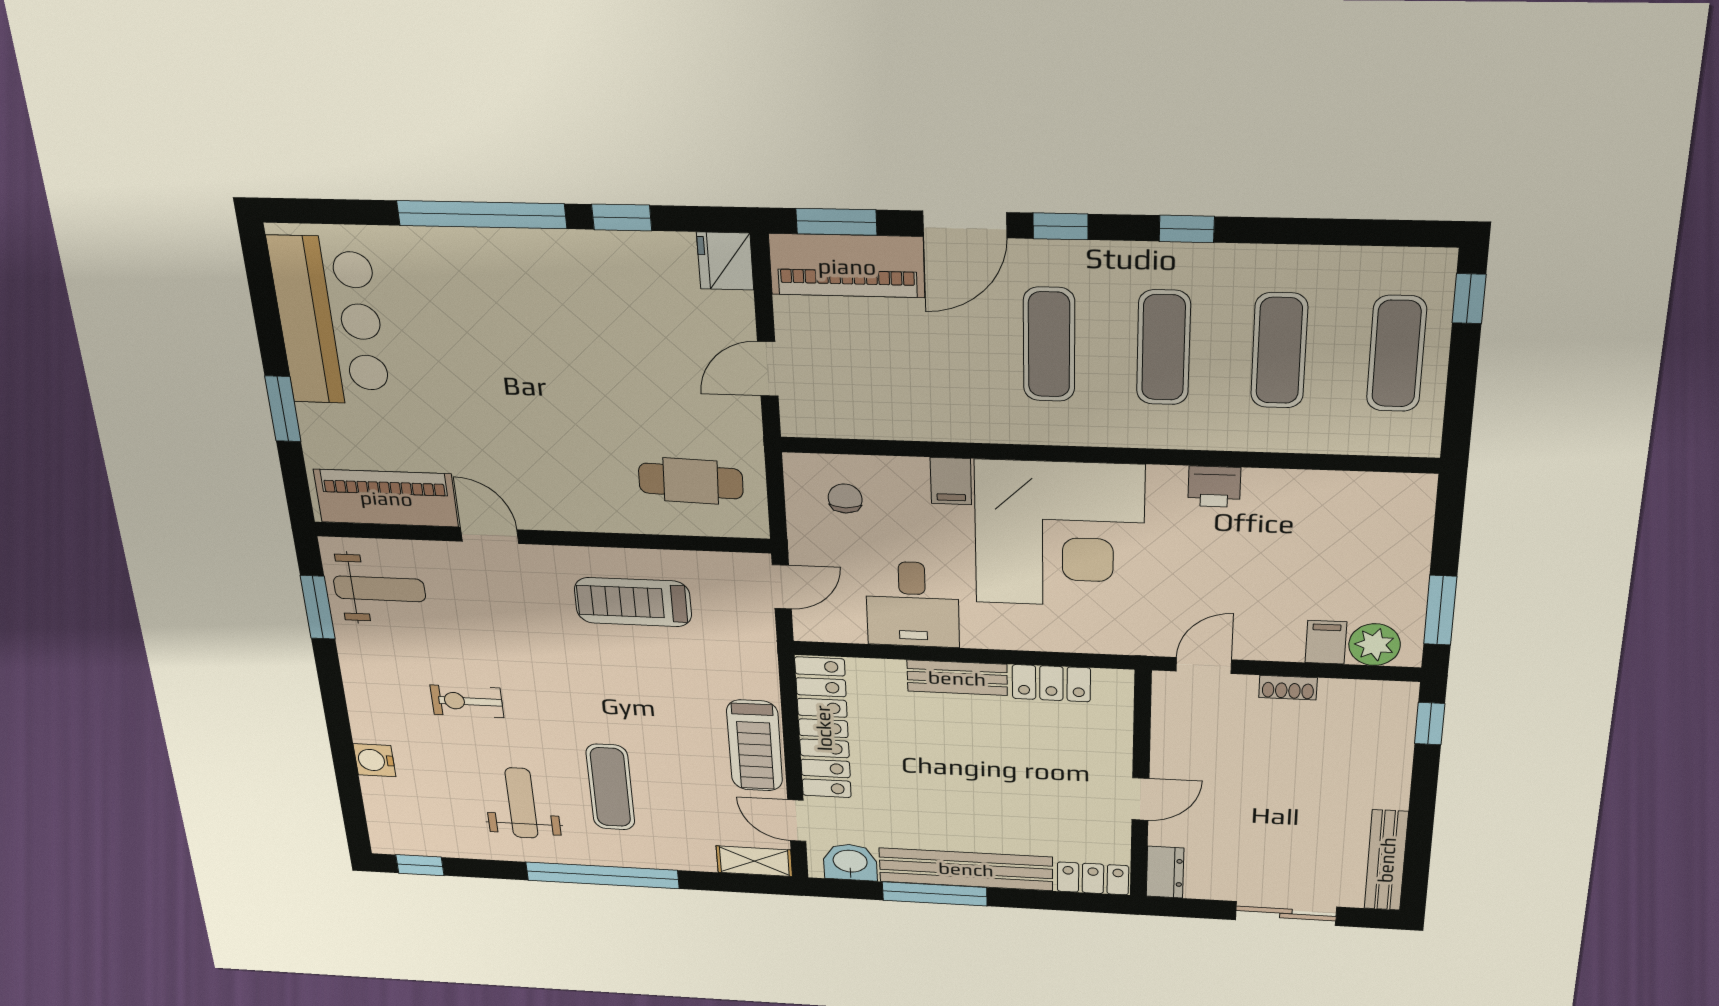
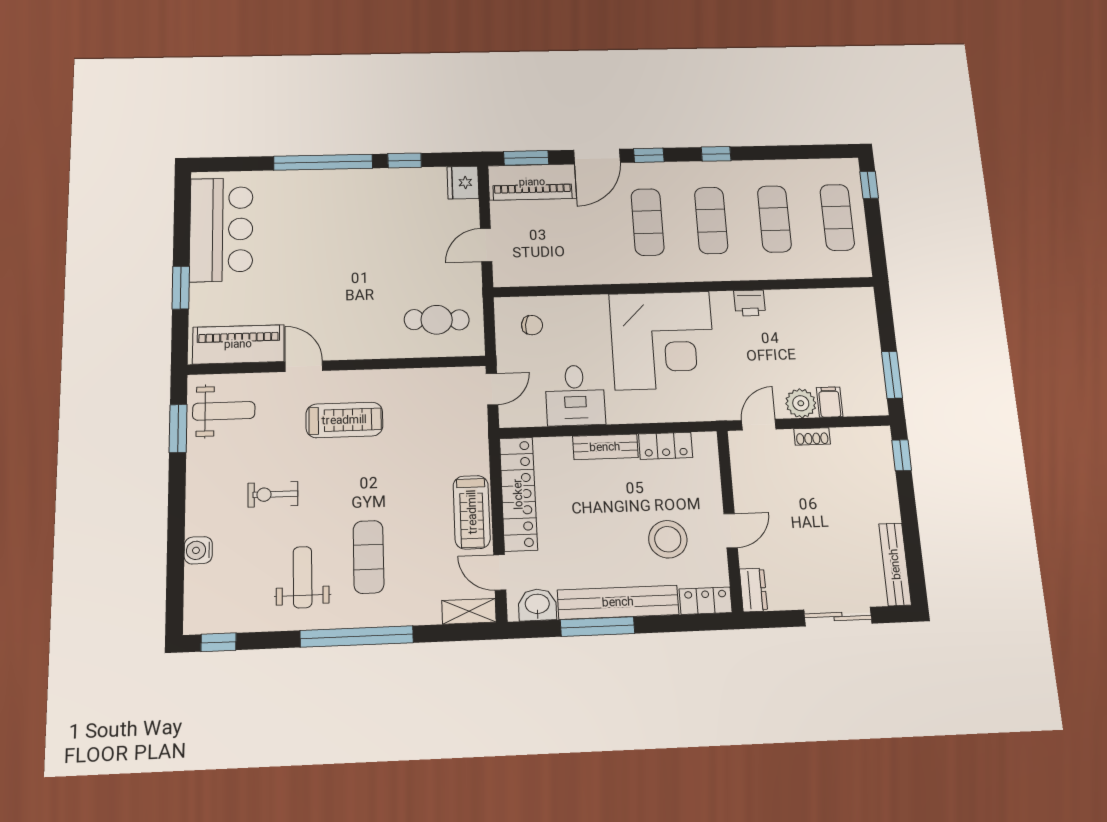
filing cabinet: (951, 481) -> (596, 309), removed
chair: (845, 498) -> (532, 325), turned 97
treadmill: (633, 602) -> (344, 420), moved, turned 180
plant: (1375, 645) -> (801, 403), moved
stool: (1044, 802) -> (668, 539), added

